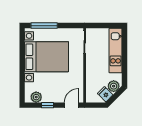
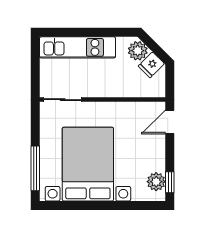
window: (48, 105) -> (170, 182), moved
door: (71, 105) -> (170, 122), hinge flipped

